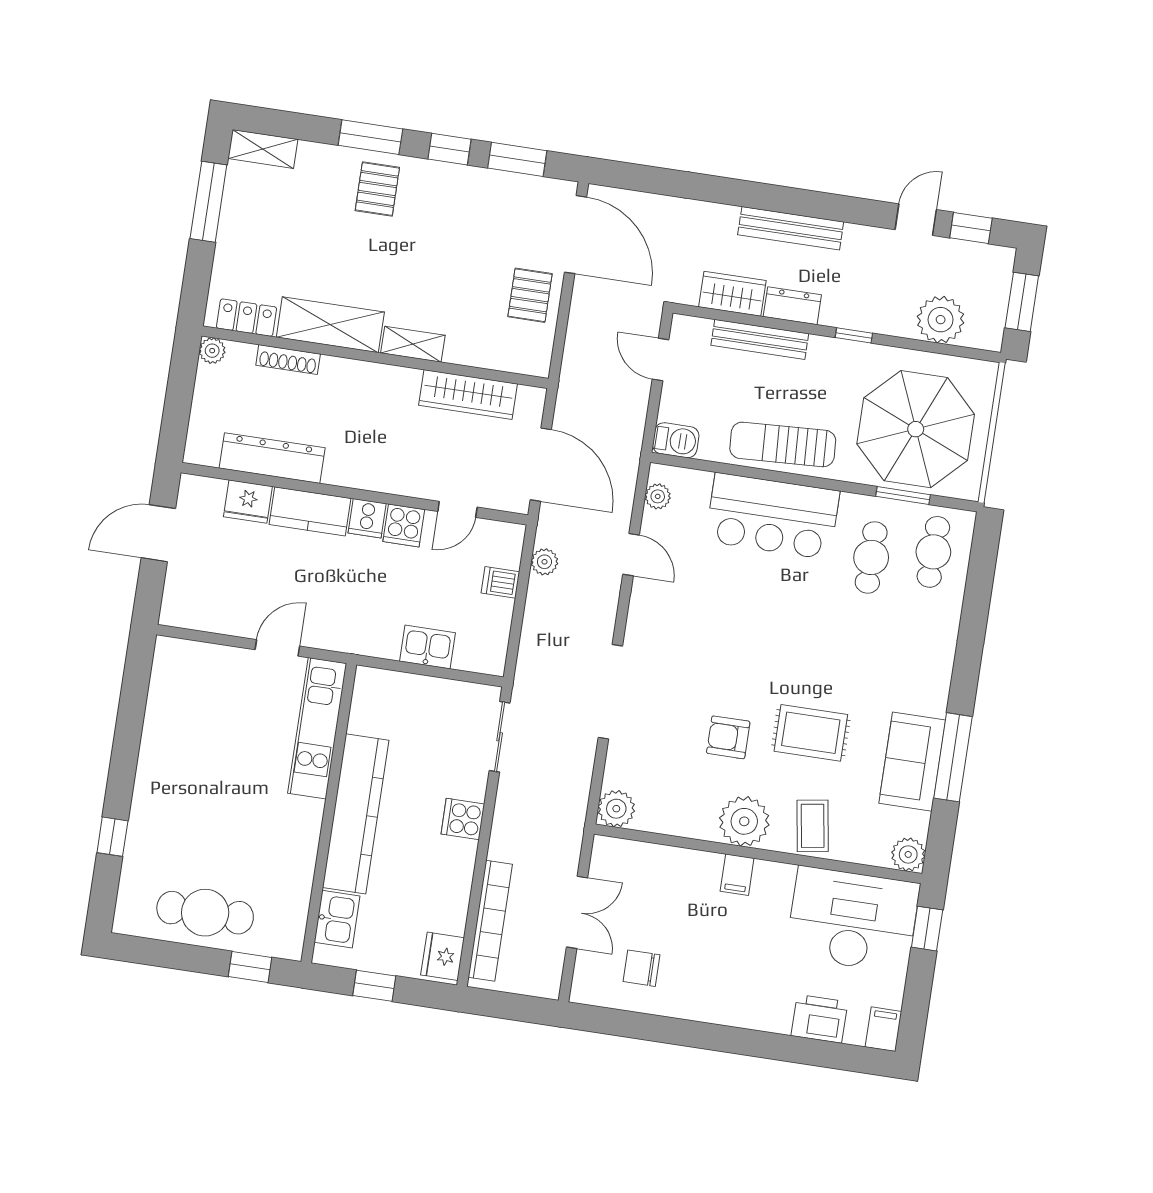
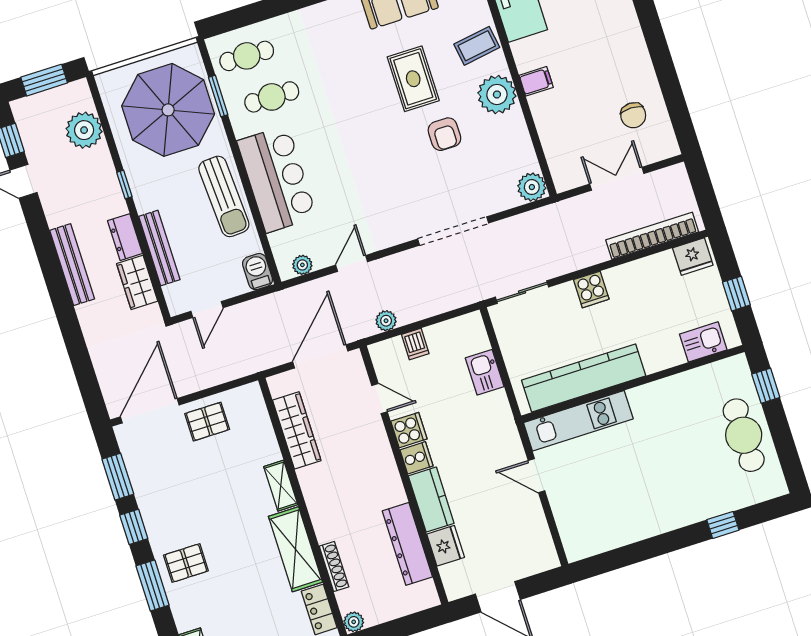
kitchen counter: (356, 814) -> (584, 378), moved

